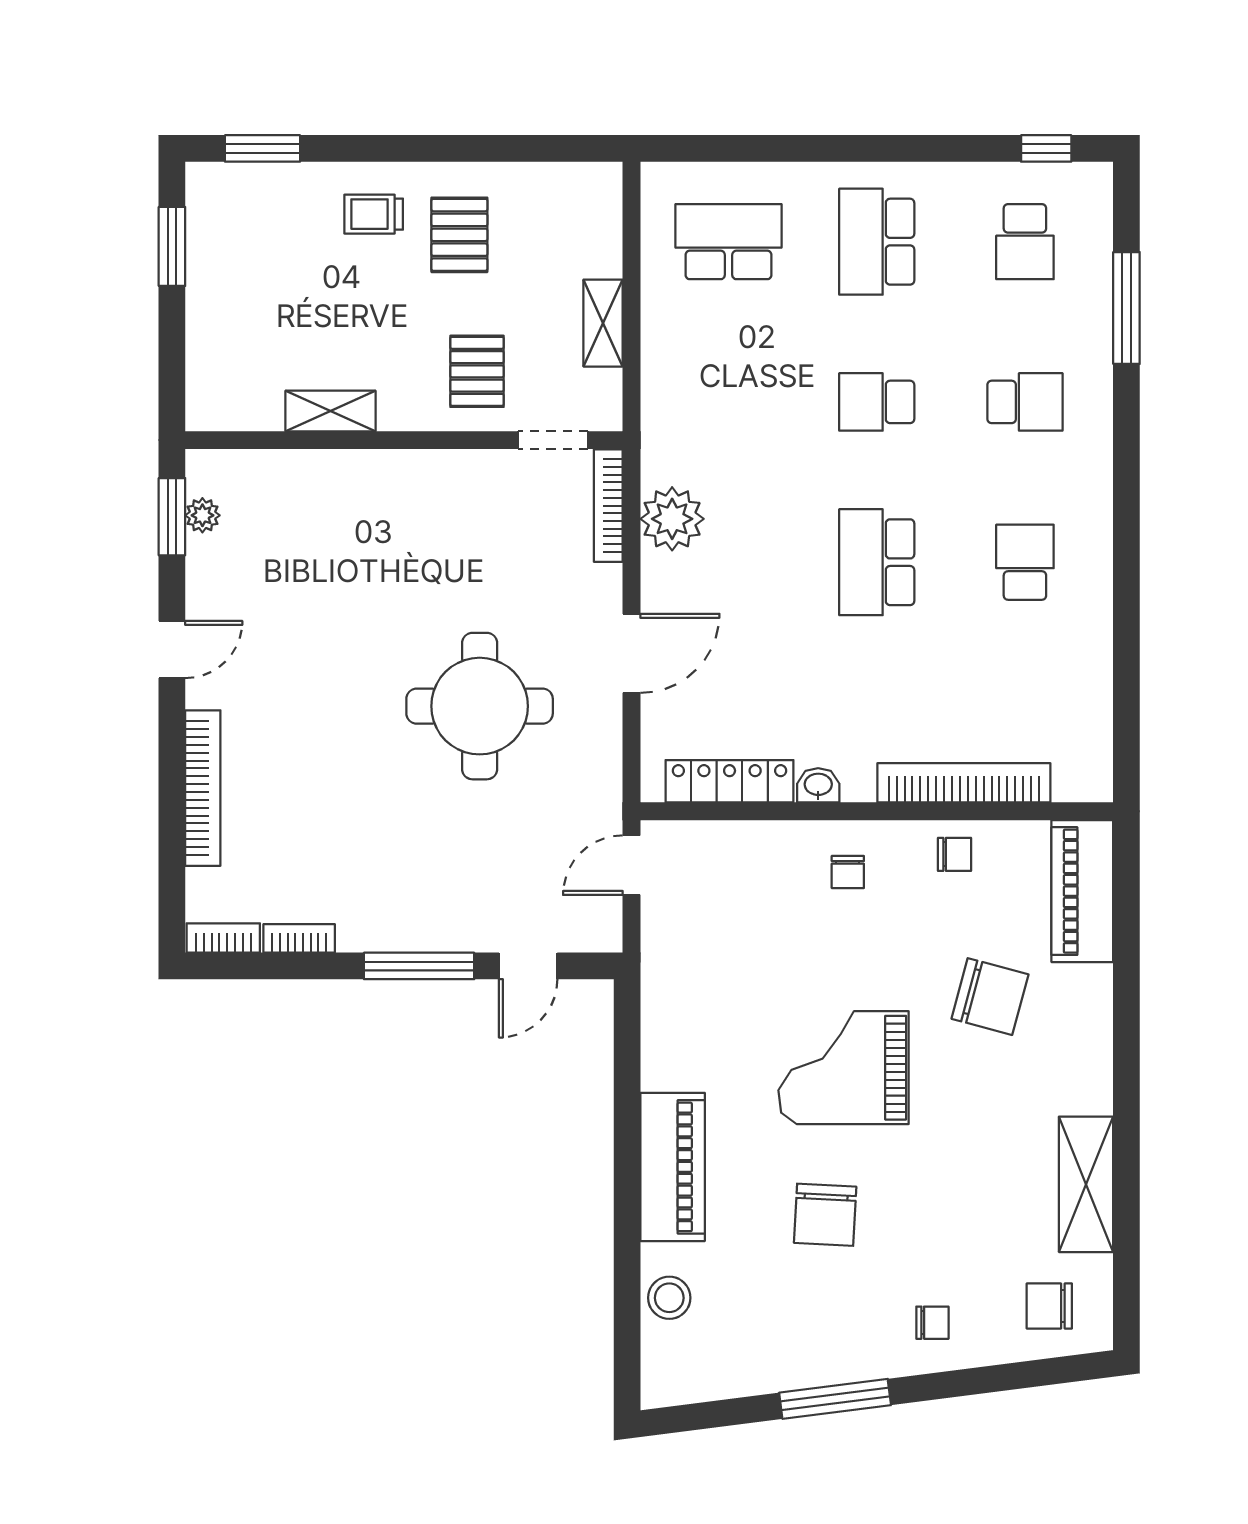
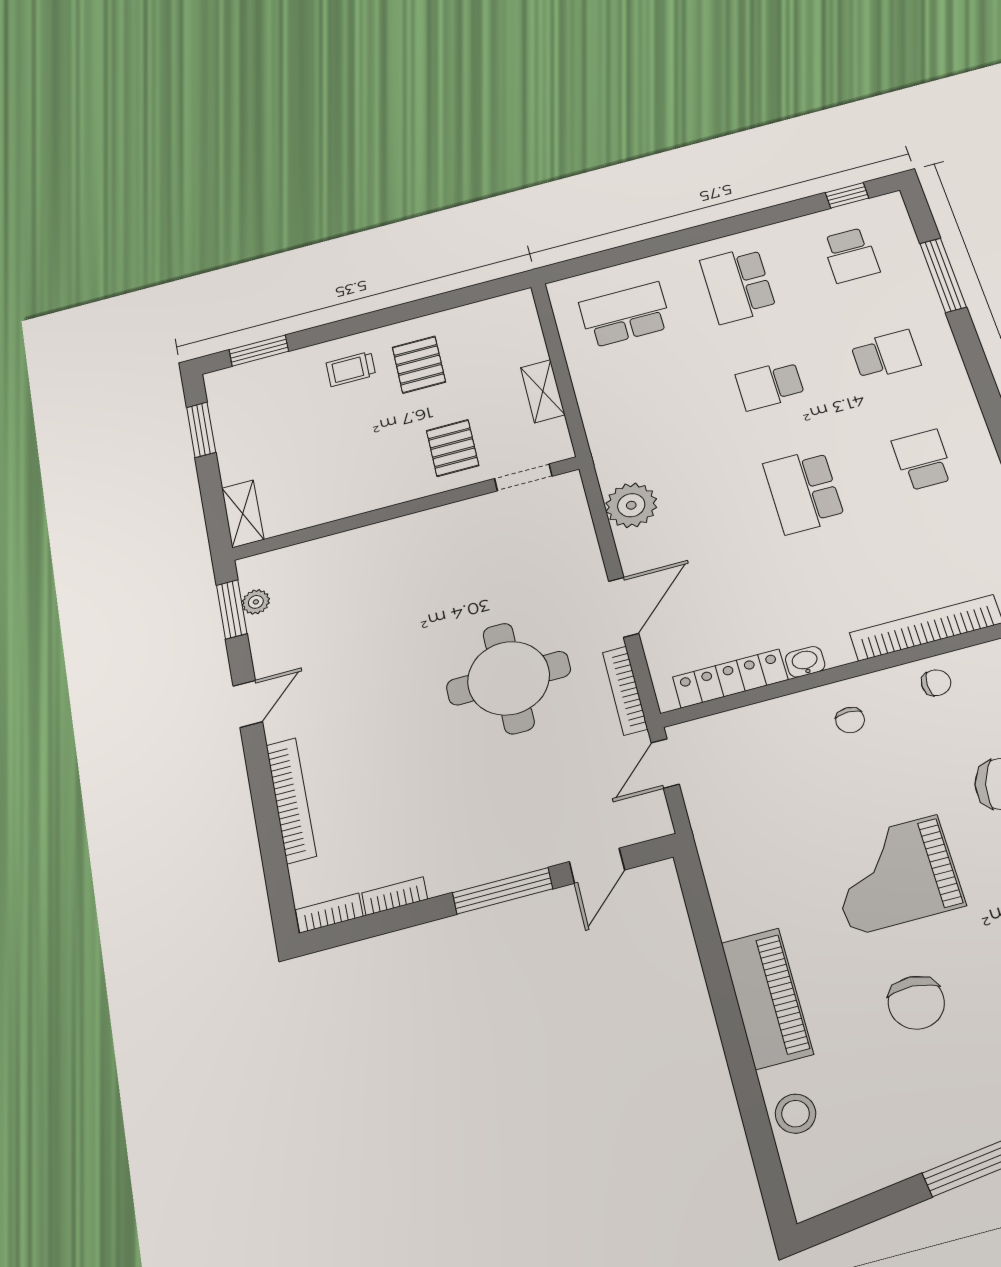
shelving: (331, 411) -> (243, 514), moved, turned 90
bookcase: (608, 506) -> (625, 691), moved

